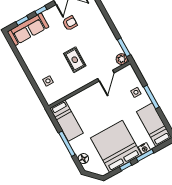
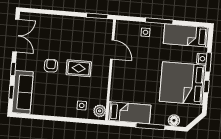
armchair: (70, 23) -> (51, 66), moved
plant: (122, 59) -> (100, 111), moved

